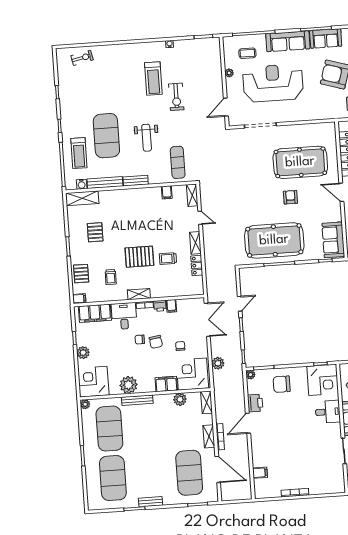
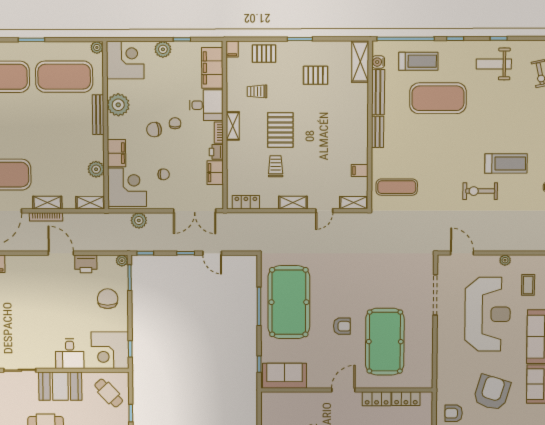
treadmill: (153, 78) -> (506, 163), turned 180
weight bench: (147, 138) -> (494, 64), moved
treadmill: (79, 153) -> (418, 61), turned 180
locker: (197, 265) -> (246, 202), moved
filing cabinet: (171, 306) -> (215, 173), width x2.00
chair: (156, 342) -> (154, 130), moved

